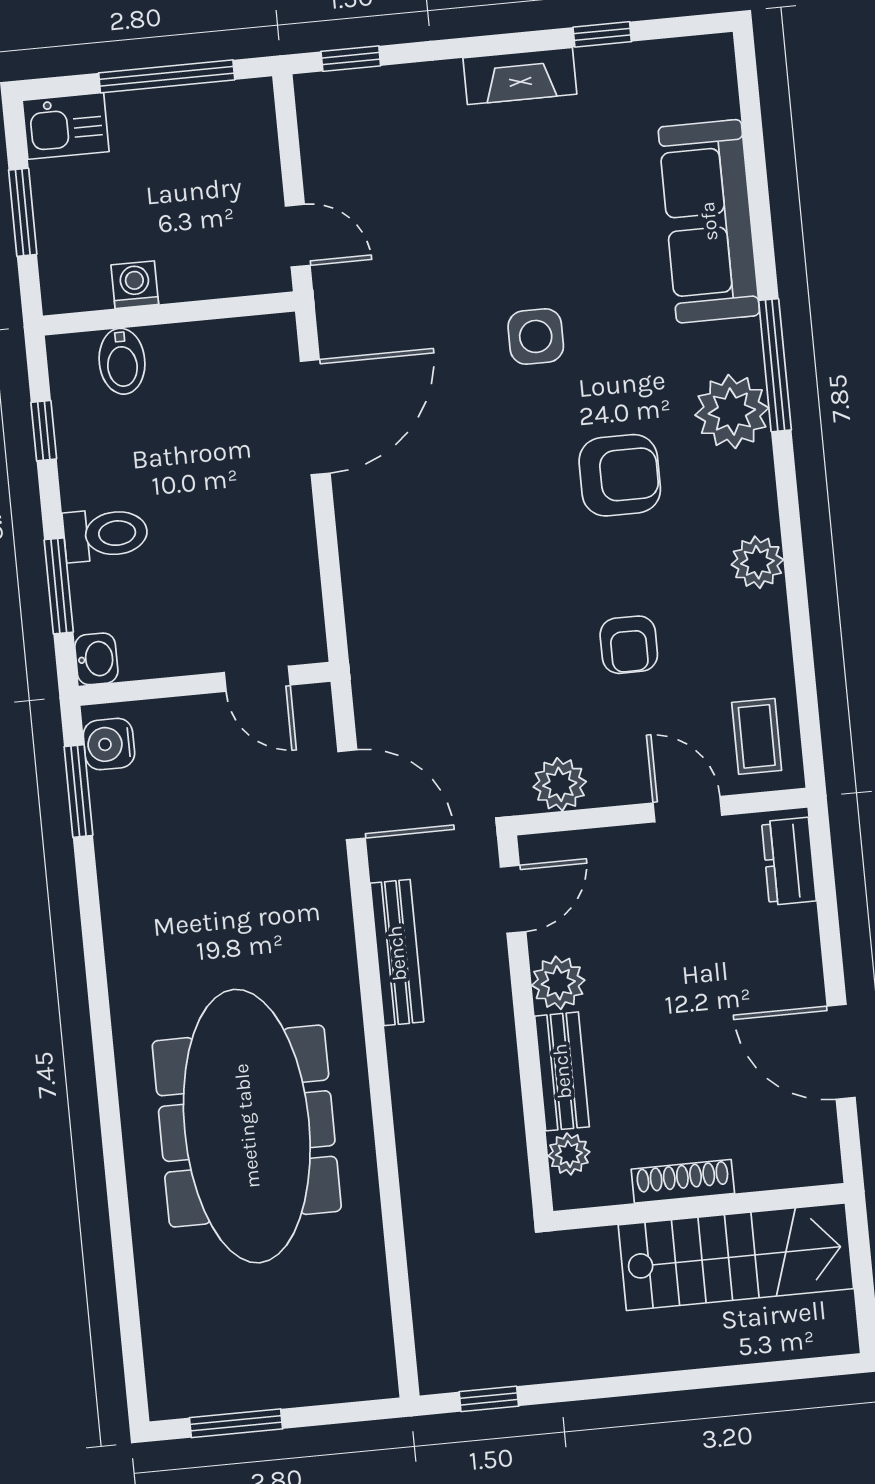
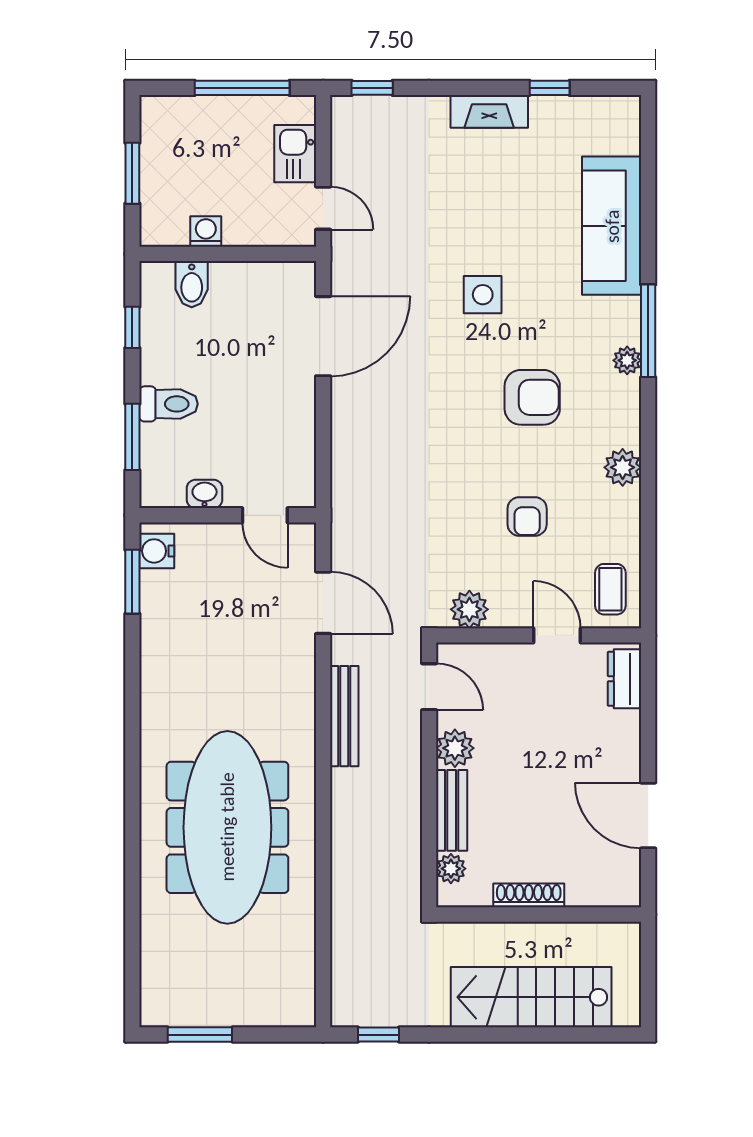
kitchen sink: (66, 126) -> (295, 154), moved, turned 90
plant: (732, 412) -> (627, 360), width x0.53, depth x0.53
washbasin: (96, 659) -> (205, 494), moved, turned -90
door: (513, 899) -> (429, 687), hinge flipped
stairs: (736, 1257) -> (531, 997), moved, turned 180

